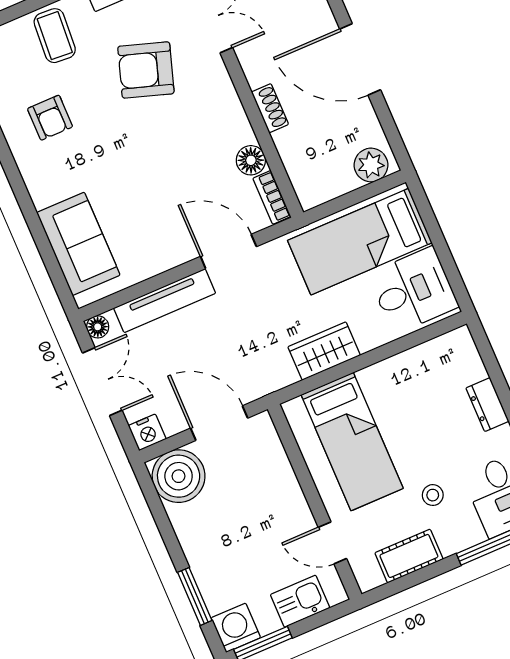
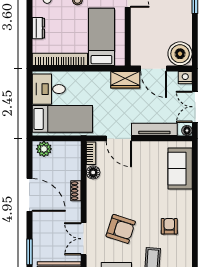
wardrobe: (324, 351) -> (125, 80), moved
bookcase: (417, 360) -> (60, 59), added

